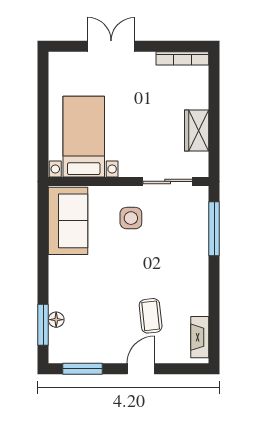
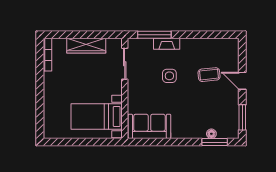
double door: (111, 46) -> (40, 99), removed
wardrobe: (197, 131) -> (86, 46), width x1.50
side table: (131, 218) -> (169, 76), moved
fireplace: (200, 337) -> (167, 44), moved

